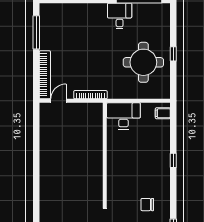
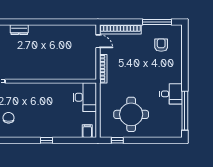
armchair: (63, 27) -> (161, 45), added
window: (173, 54) -> (117, 140), moved
dresser: (45, 192) -> (19, 30), added

